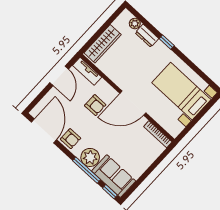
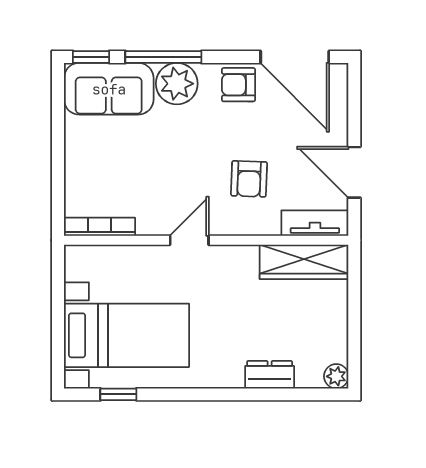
plant: (135, 24) -> (336, 376), moved
window: (167, 42) -> (118, 394), moved
wardrobe: (103, 44) -> (304, 262), moved, turned -90
door: (133, 103) -> (189, 240), width x0.53
armchair: (95, 105) -> (249, 179), turned -88

